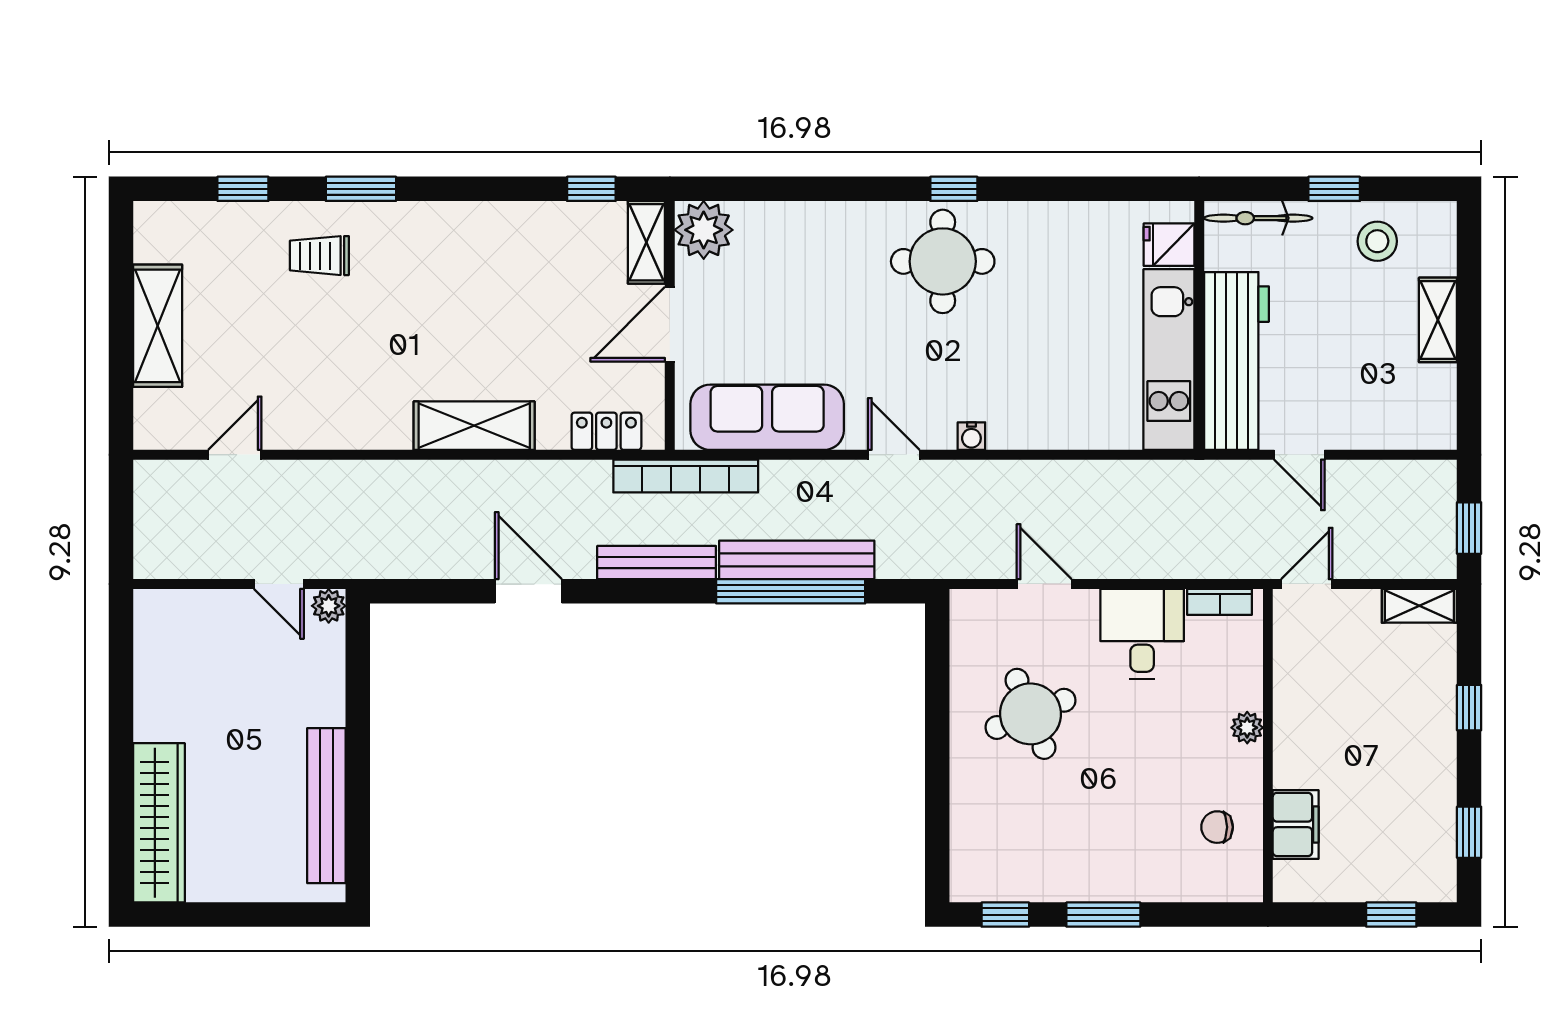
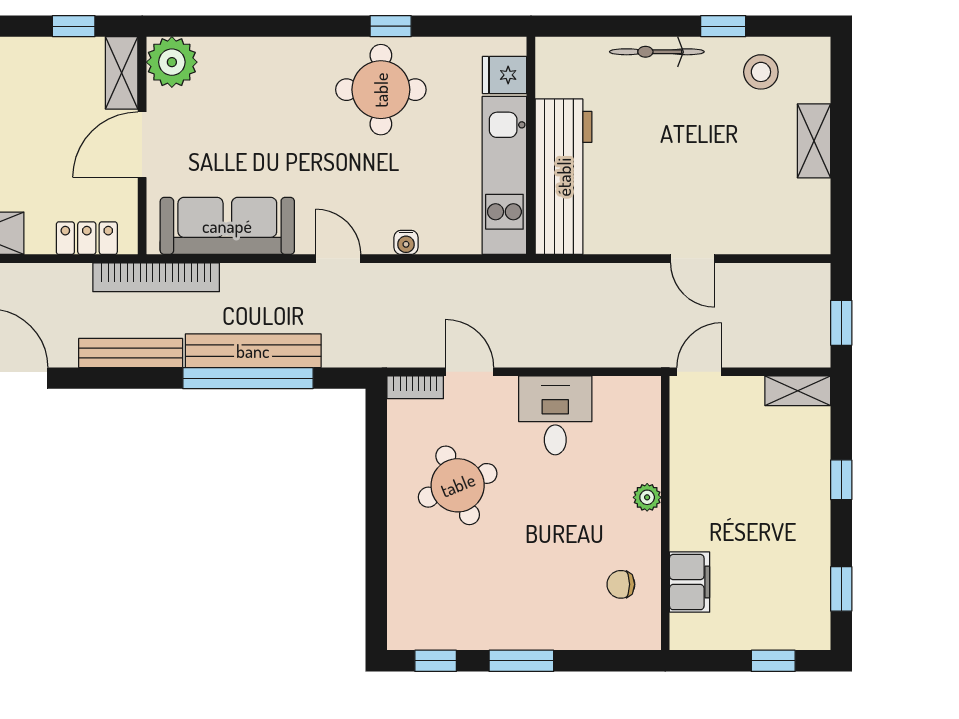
fridge: (1169, 245) -> (505, 75), moved
wall: (1199, 325) -> (531, 146), moved
kitchen unit: (1169, 359) -> (504, 175), moved
workbench: (1236, 361) -> (564, 177), moved
bookcase: (1220, 602) -> (415, 387), moved

